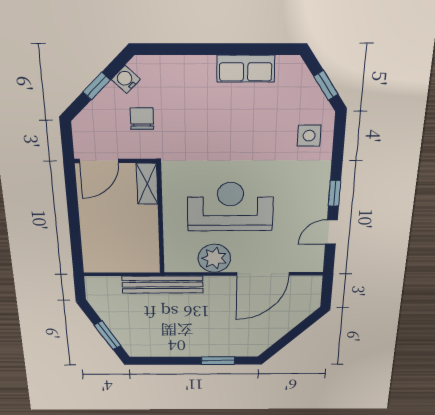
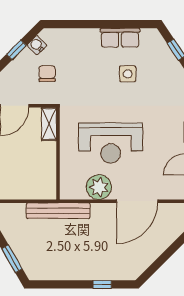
side table: (309, 136) -> (128, 74), moved
reception desk: (230, 207) -> (111, 143), turned 180
window: (218, 361) -> (102, 284), width x0.67

